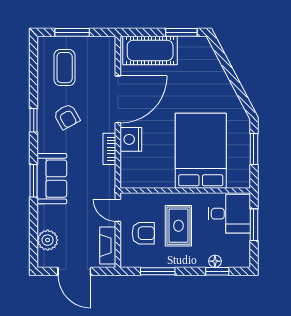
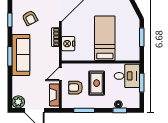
nightstand: (131, 139) -> (68, 44), moved
bed: (201, 151) -> (105, 38), width x0.67
sofa: (52, 179) -> (21, 55), width x1.36
door: (118, 210) -> (60, 74), hinge flipped
armchair: (143, 233) -> (76, 88), turned 180
plant: (48, 240) -> (18, 102), moved

